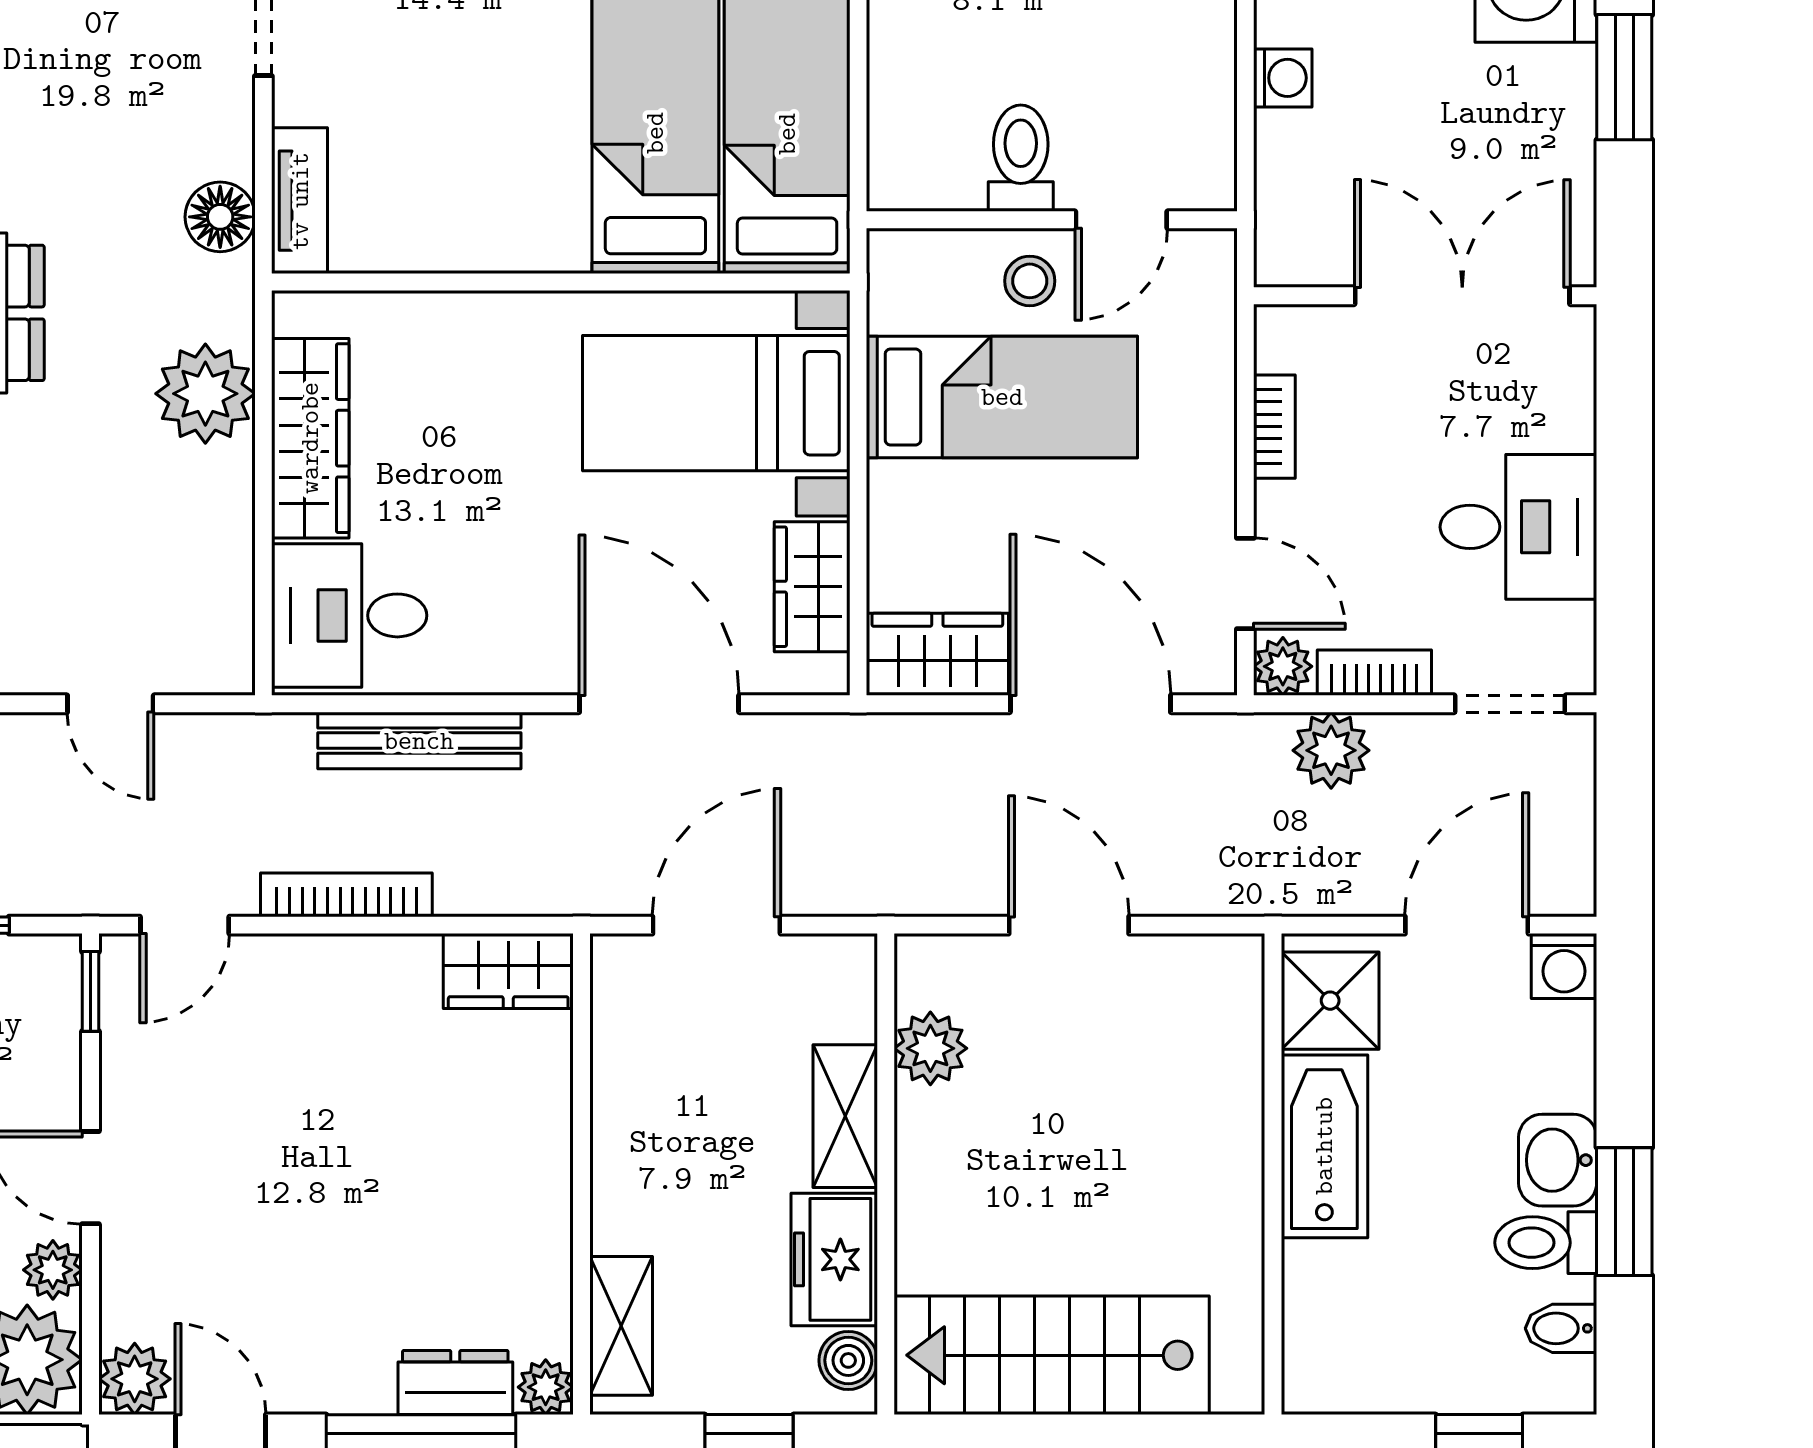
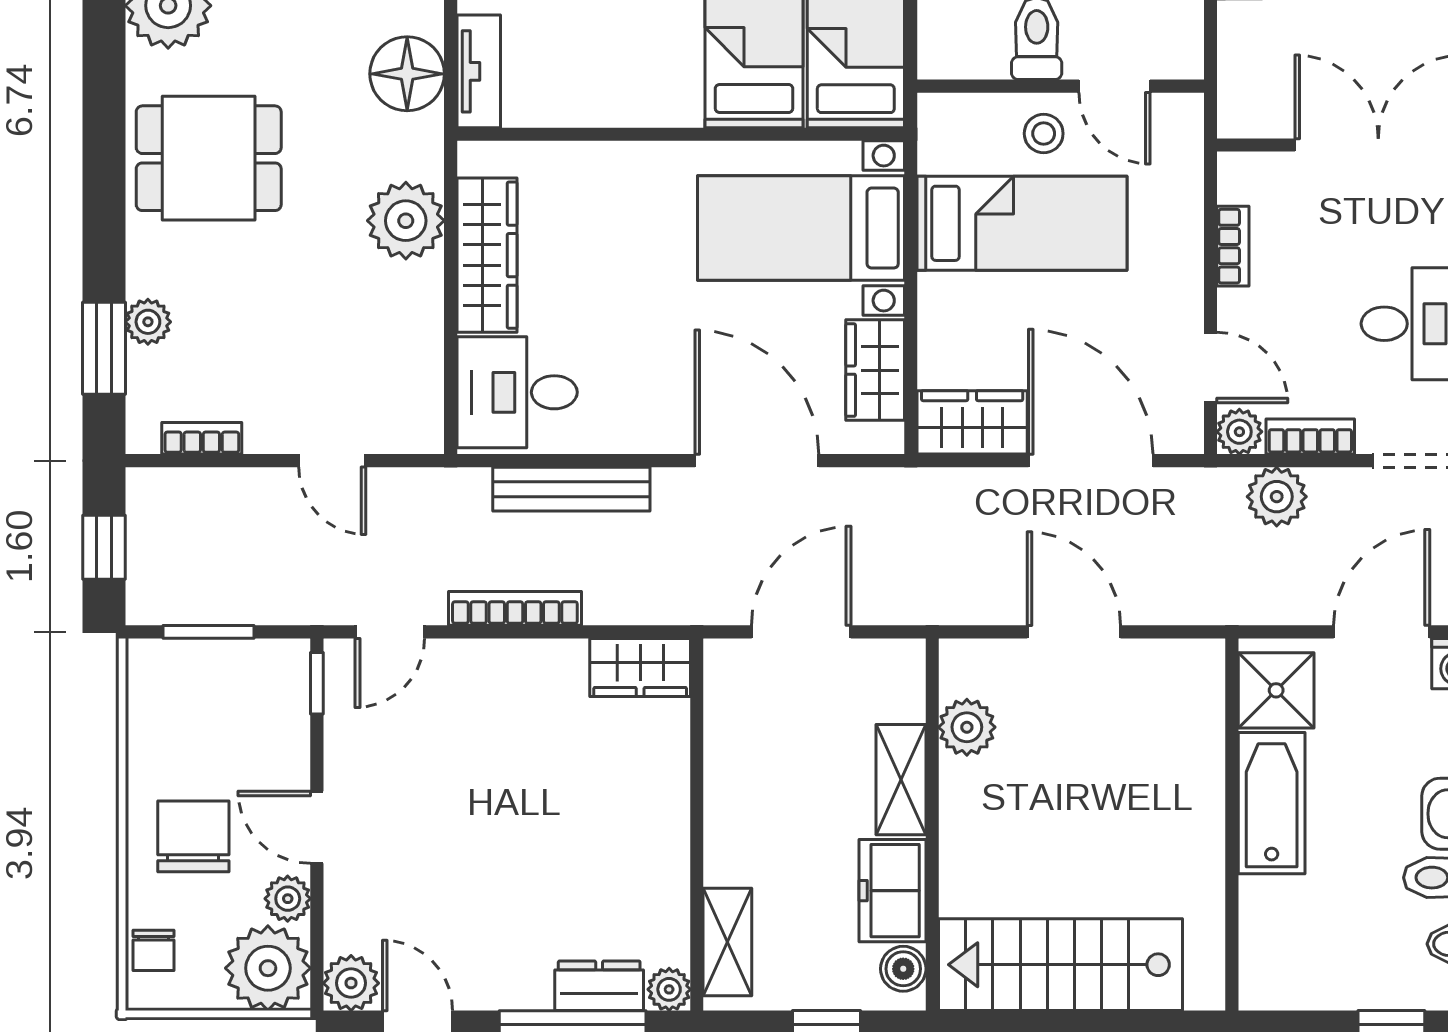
floor lamp: (220, 217) -> (407, 74), width x1.38, depth x1.38
door: (1121, 220) -> (1114, 86), hinge flipped

